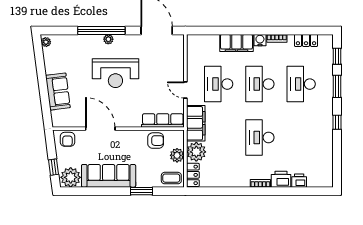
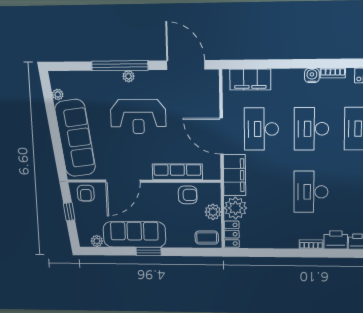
plant: (46, 42) -> (58, 94), moved
filing cabinet: (236, 43) -> (250, 80), moved
door: (185, 90) -> (222, 136), width x1.87
sofa: (58, 92) -> (75, 138), width x1.85, depth x1.27
row of seats: (163, 120) -> (177, 172), moved
door: (100, 129) -> (123, 181), swing flipped
window: (54, 167) -> (69, 212), moved
plant: (71, 177) -> (97, 241), width x0.53, depth x0.53
window: (142, 191) -> (149, 252), moved

